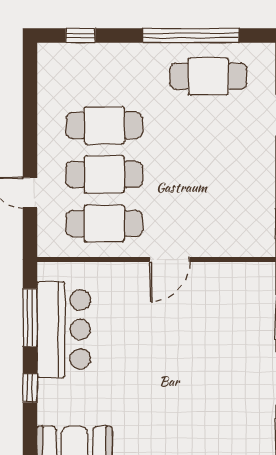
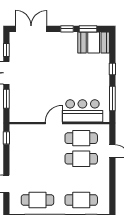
cafe table: (104, 125) -> (81, 200), moved
bar counter: (64, 330) -> (82, 111), moved, turned 90

